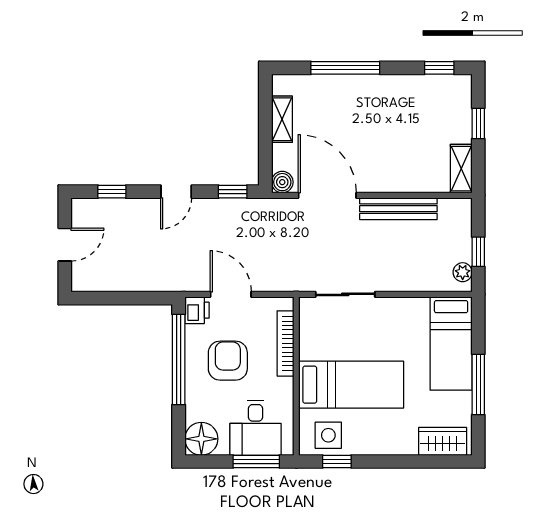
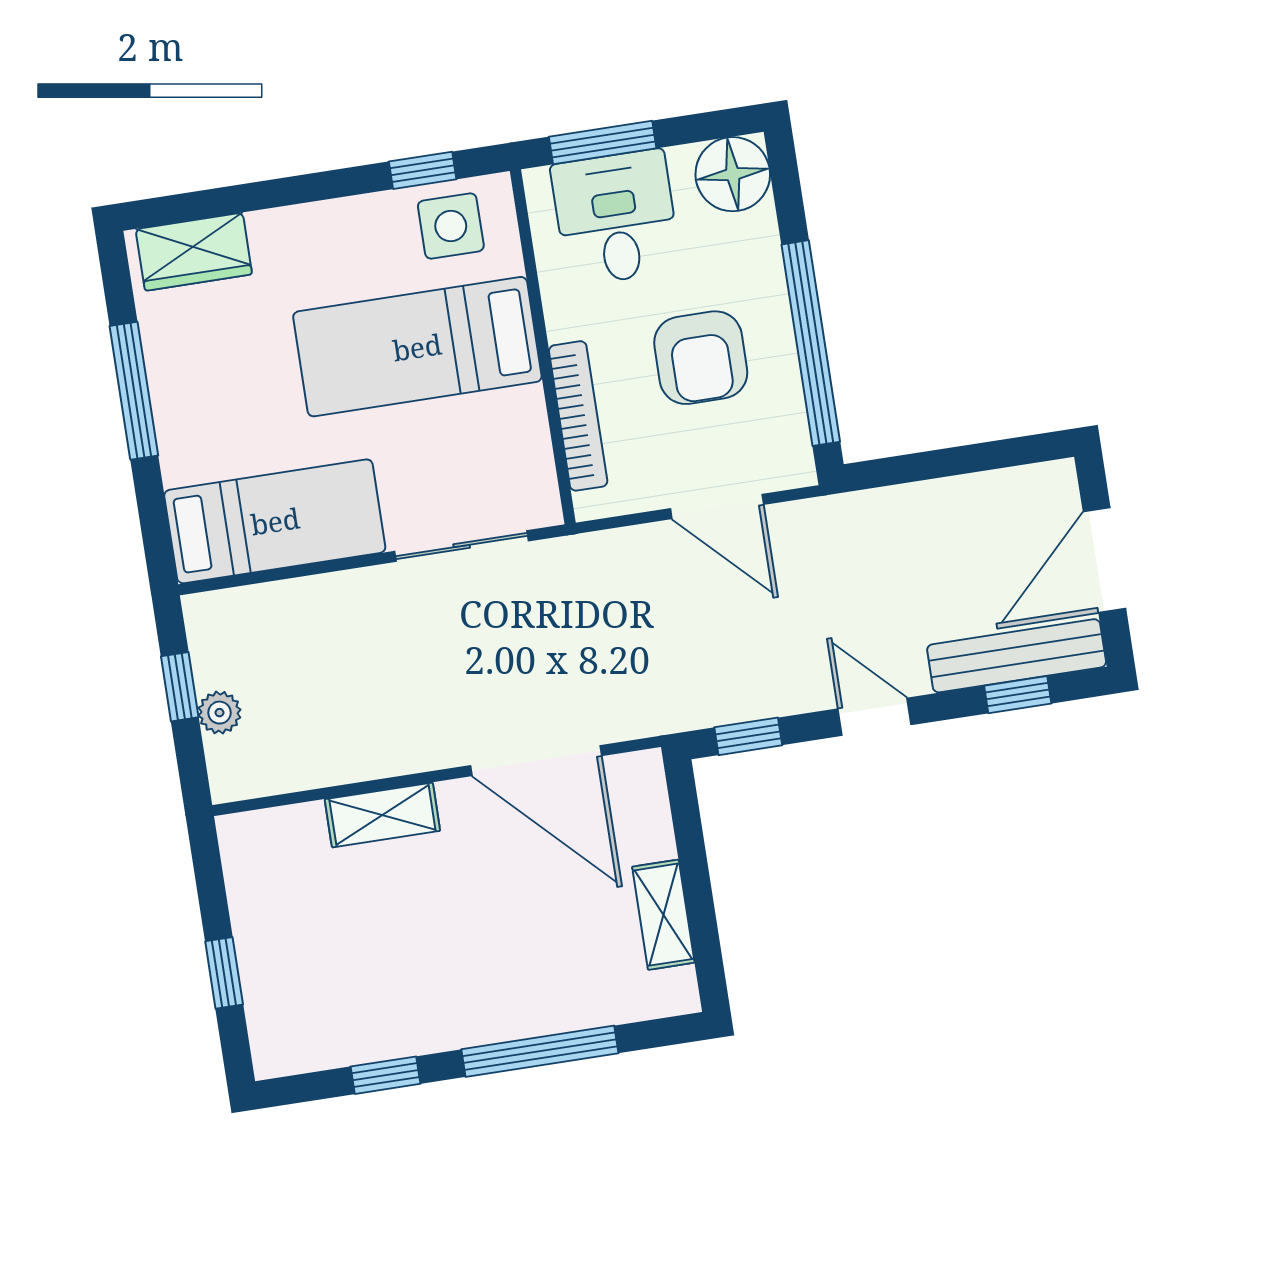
window: (439, 68) -> (385, 1075), moved
shelving: (461, 169) -> (382, 815), moved, turned 90
boiler: (282, 182) -> (641, 775), removed
door: (176, 192) -> (874, 717), hinge flipped
bench: (398, 209) -> (1017, 656), moved
door: (65, 245) -> (1104, 560), width x1.38
plant: (463, 272) -> (220, 713), moved
printer: (197, 310) -> (787, 460), removed
bed: (451, 344) -> (275, 521), moved, turned 90

